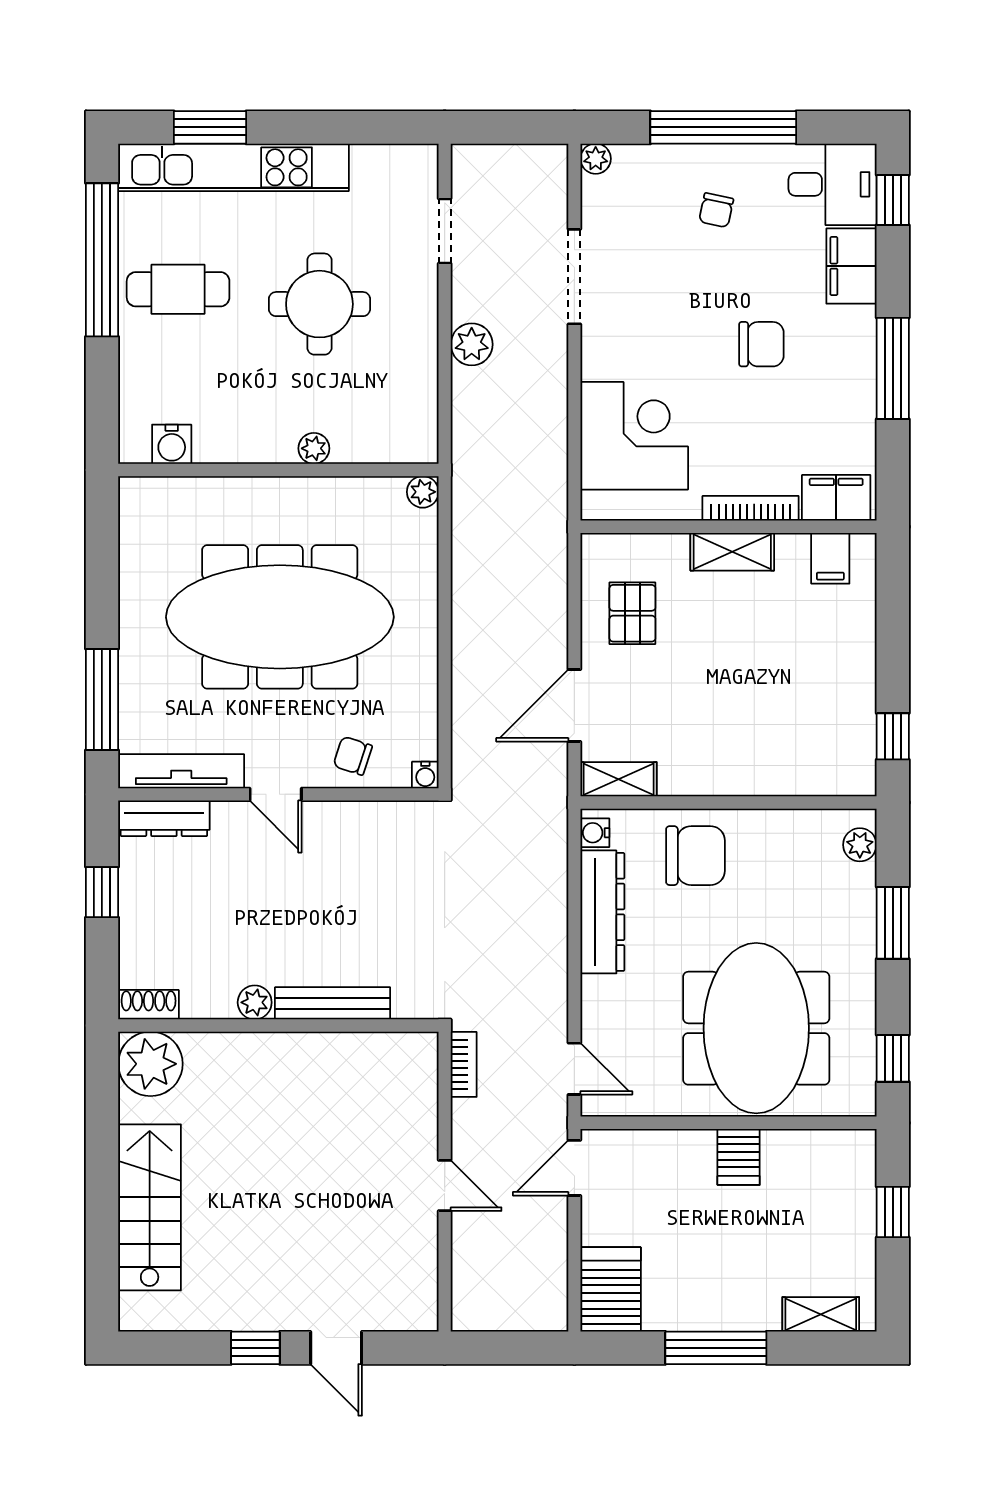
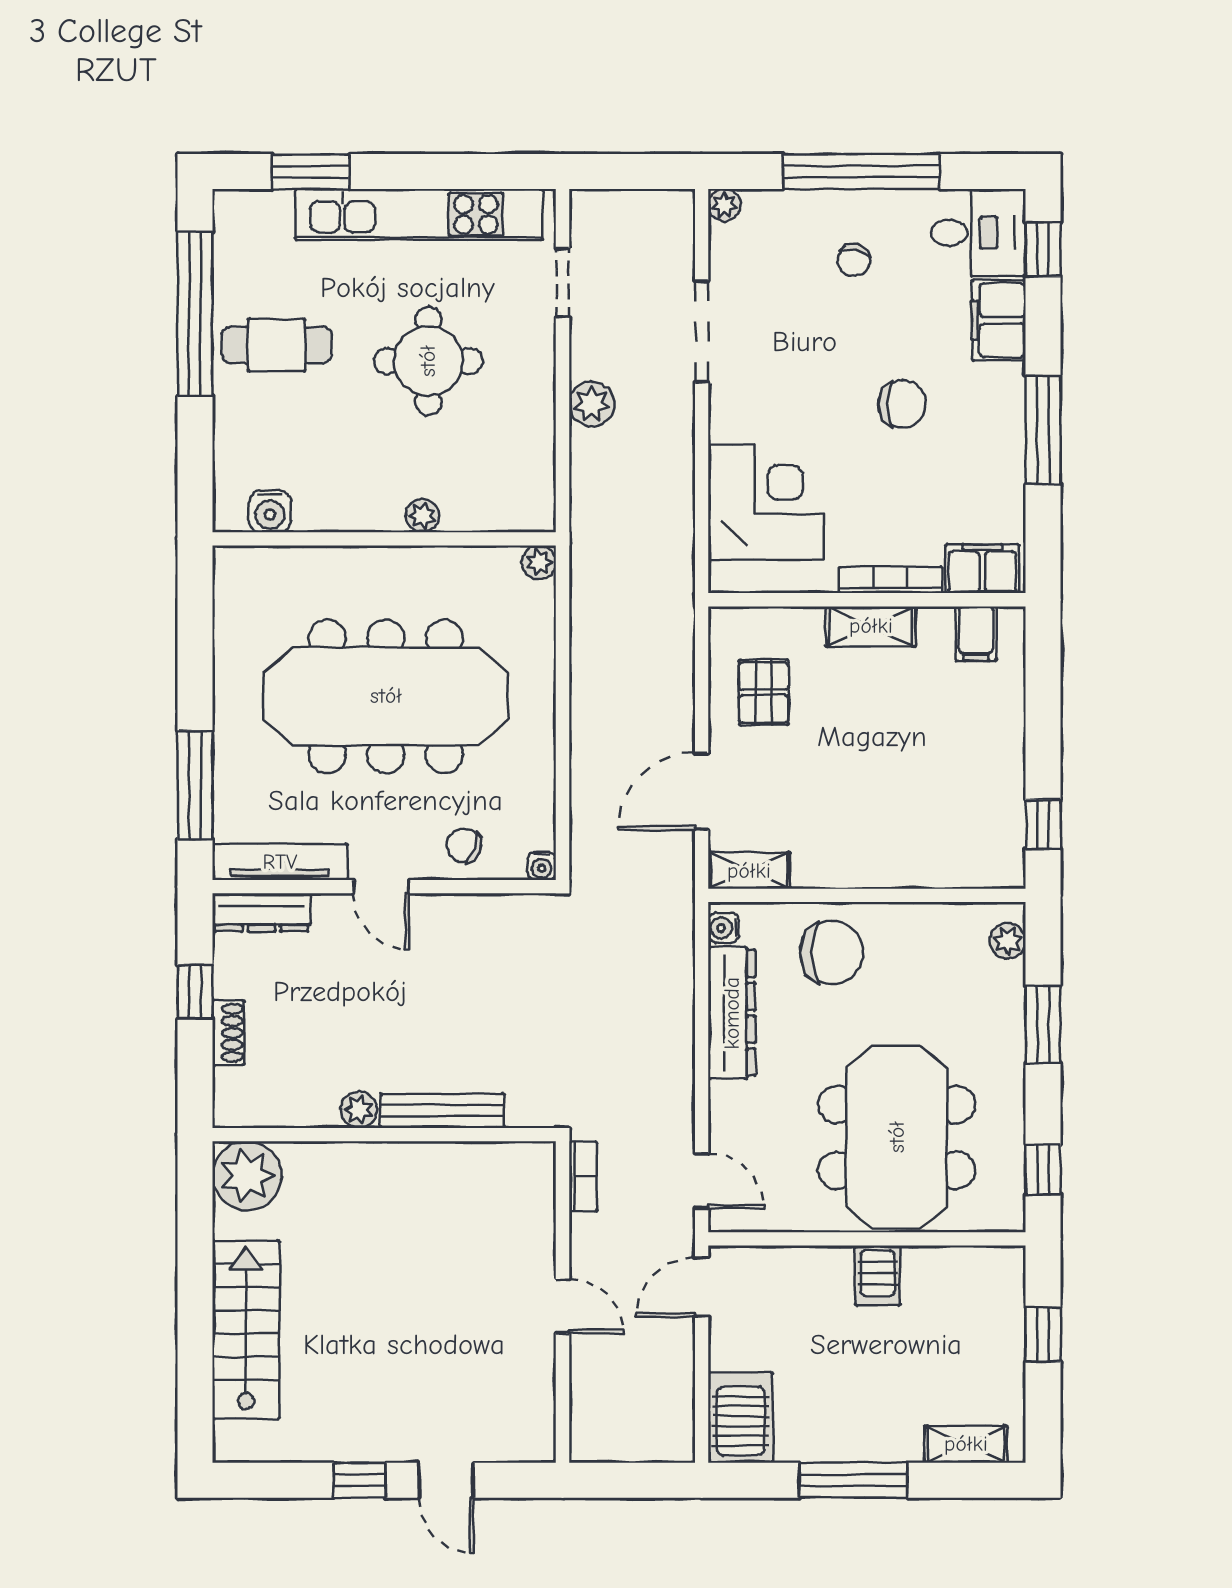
kitchen unit: (234, 167) -> (419, 214), moved
shoe rack: (149, 1005) -> (228, 1033), moved, turned 90

